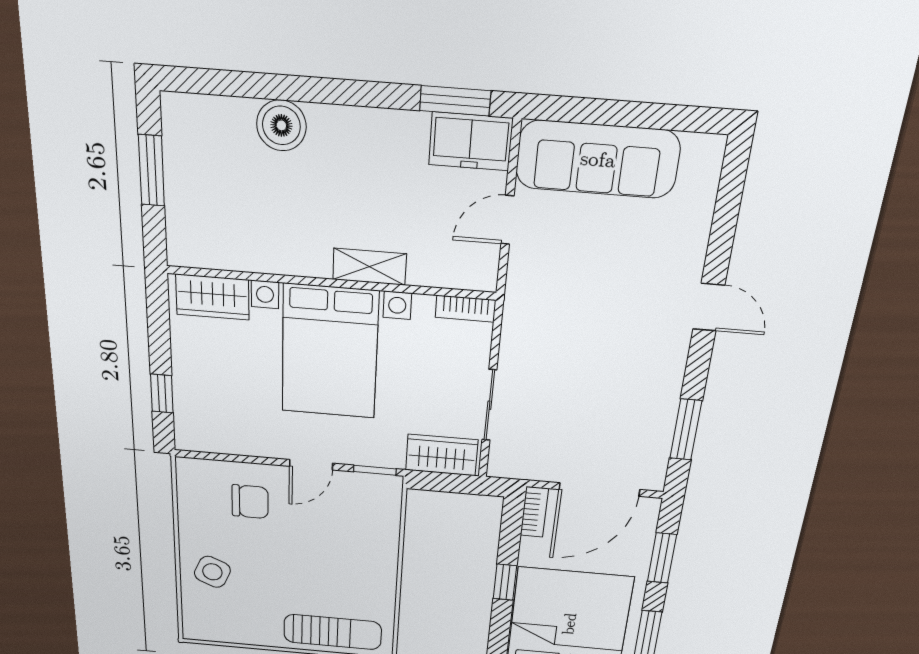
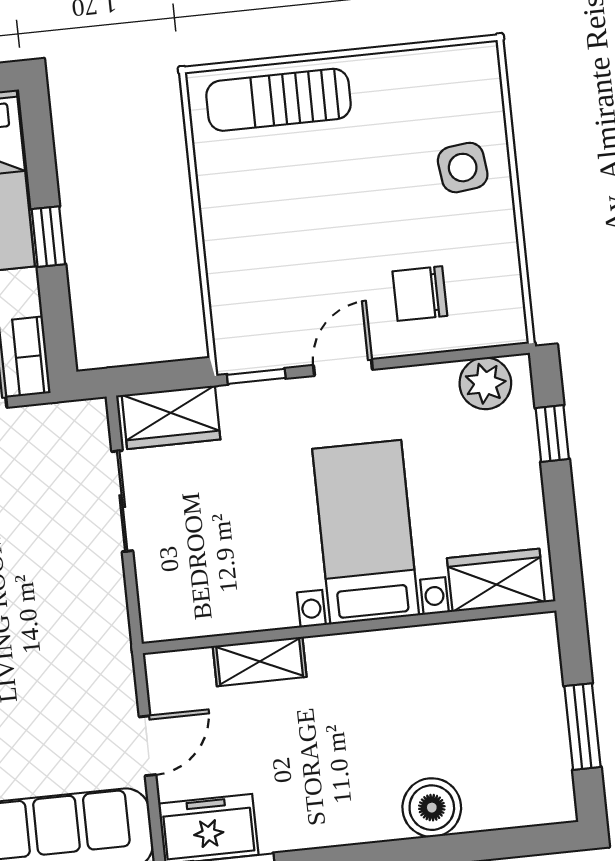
shelving: (370, 267) -> (260, 661), moved
bookcase: (465, 309) -> (177, 625), removed
bed with nightstands: (330, 352) -> (366, 532), width x0.73
plant: (209, 436) -> (485, 383), added
side table: (212, 572) -> (463, 168), turned -31

